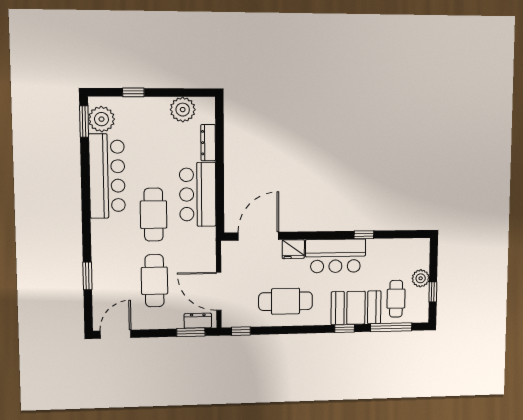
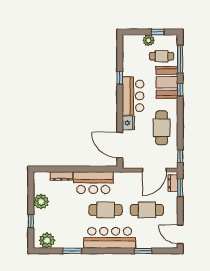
plant: (183, 110) -> (41, 202), moved
window: (84, 122) -> (72, 251), moved
bar counter: (107, 176) -> (110, 238), moved

